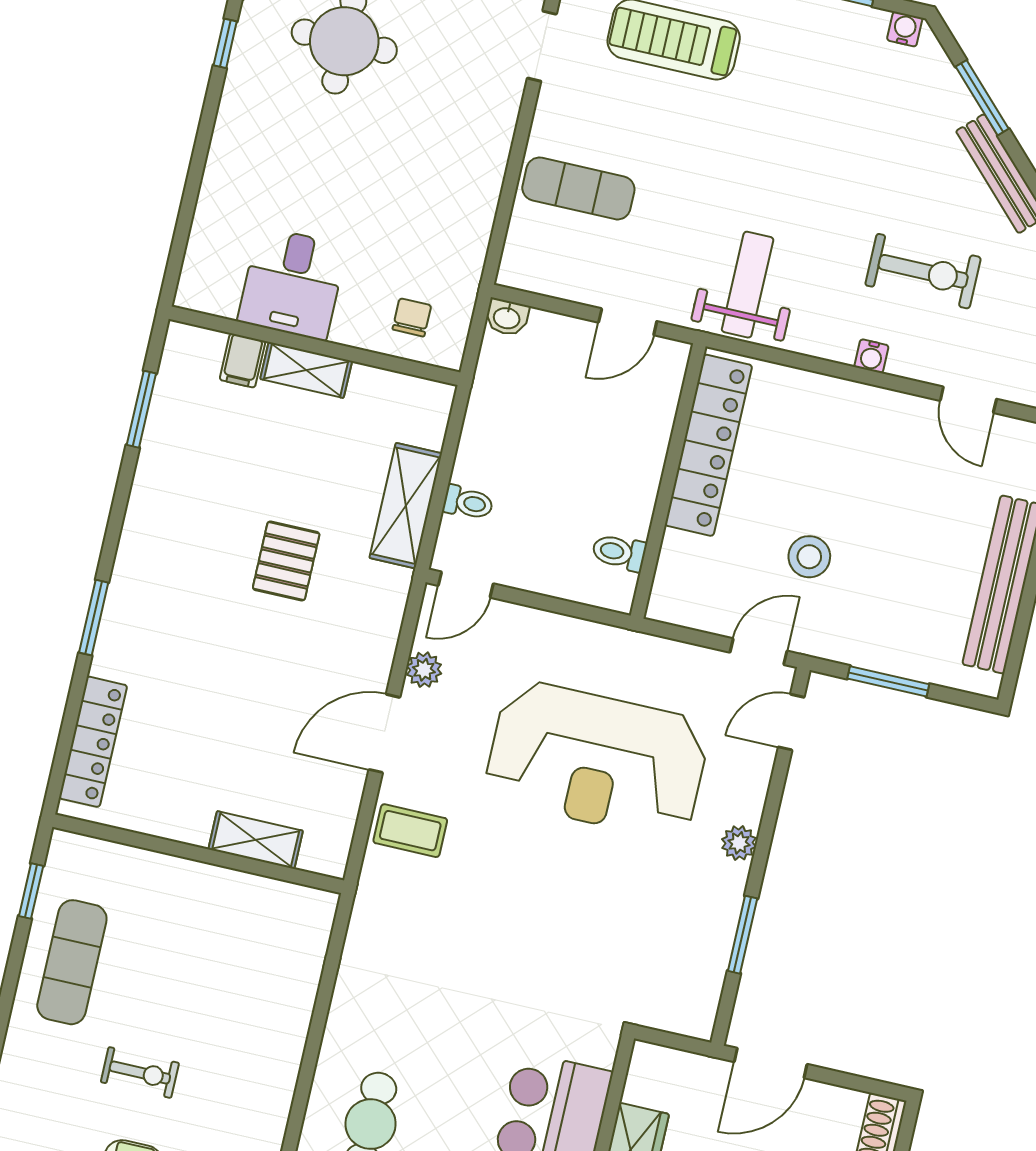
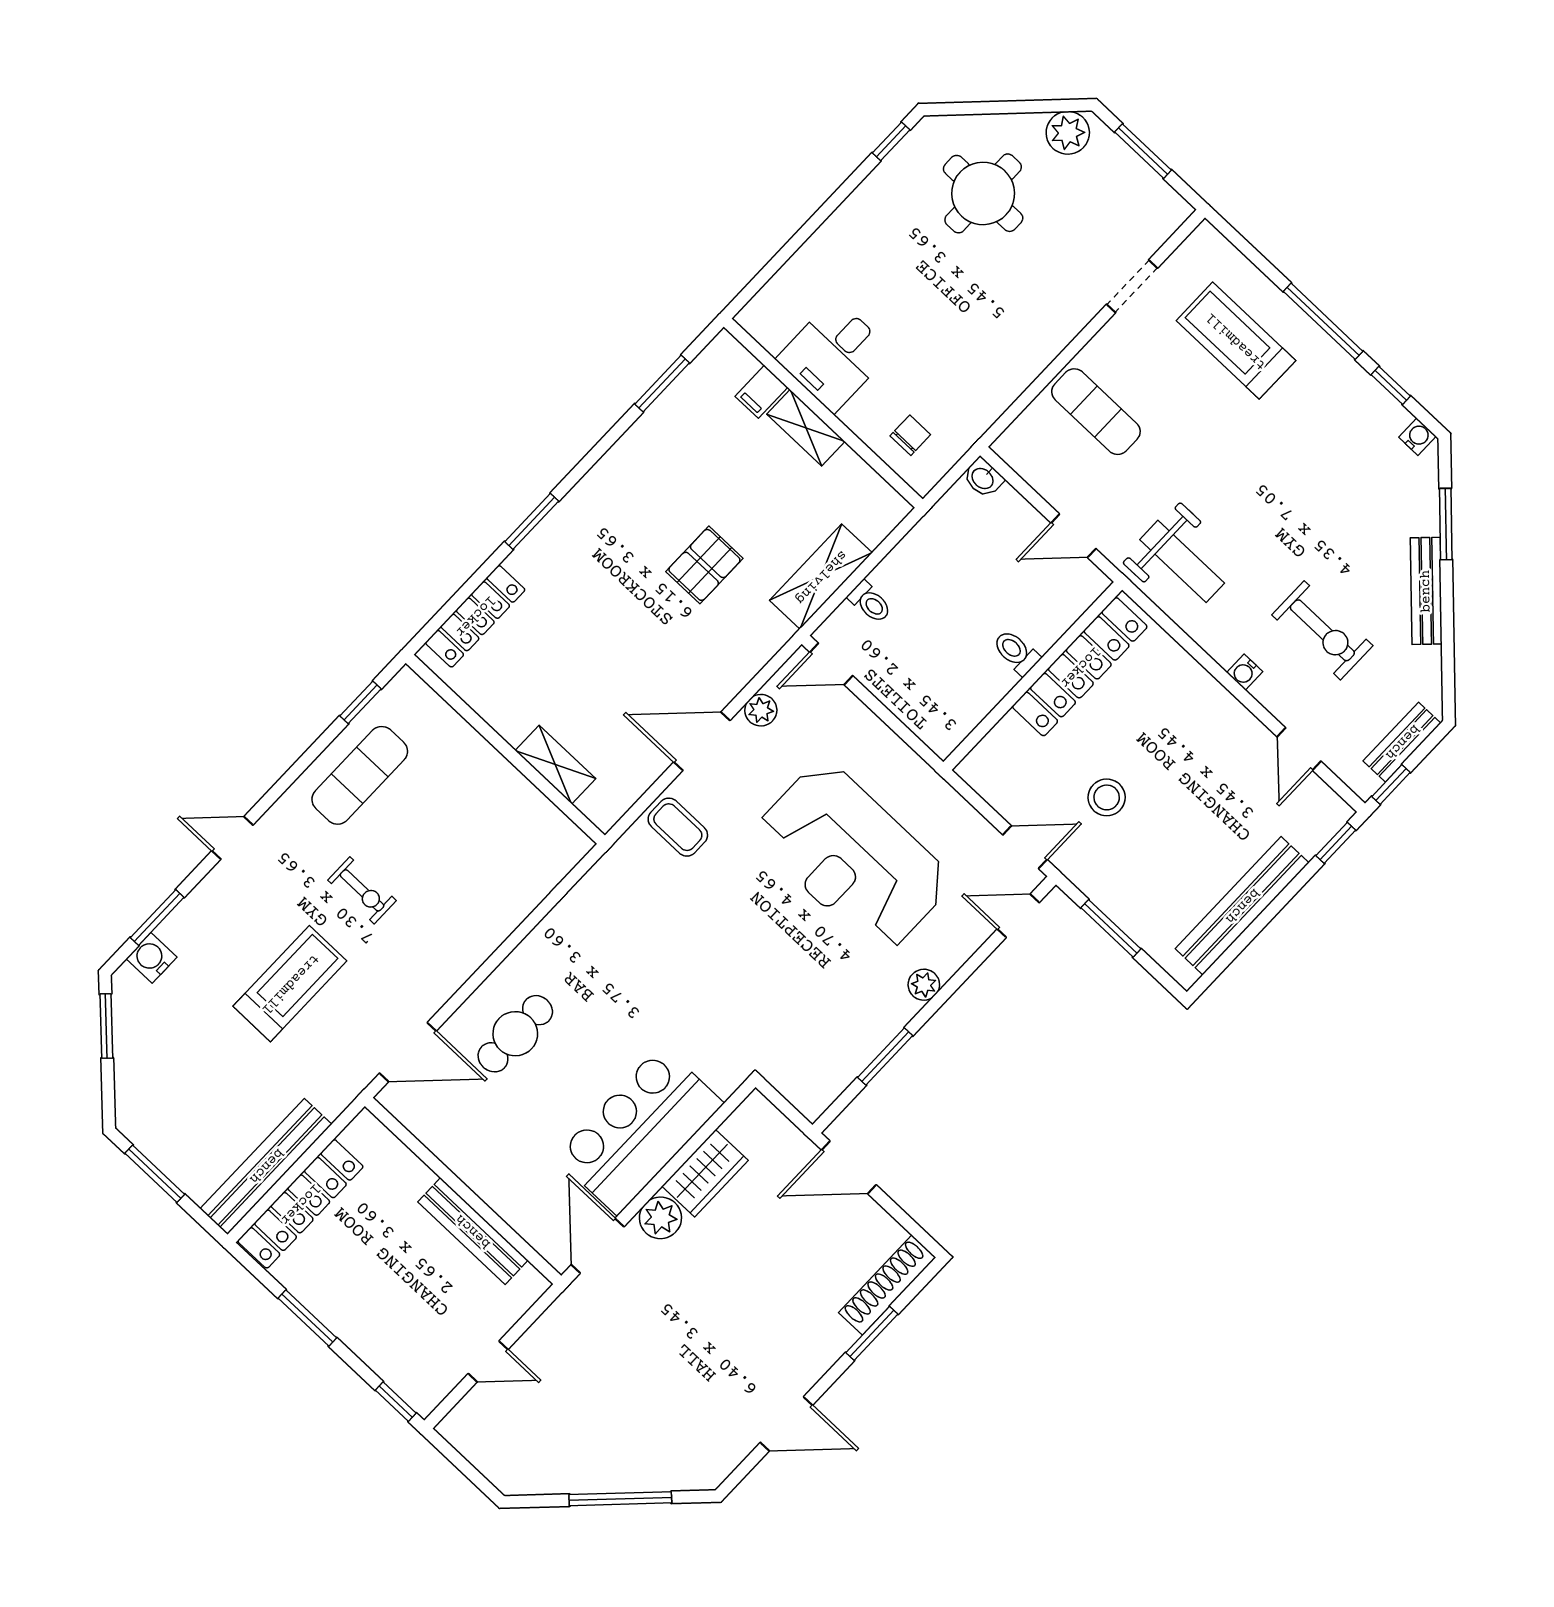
weight bench: (748, 285) -> (1182, 561), turned 90
toilet: (619, 552) -> (1016, 652), moved

